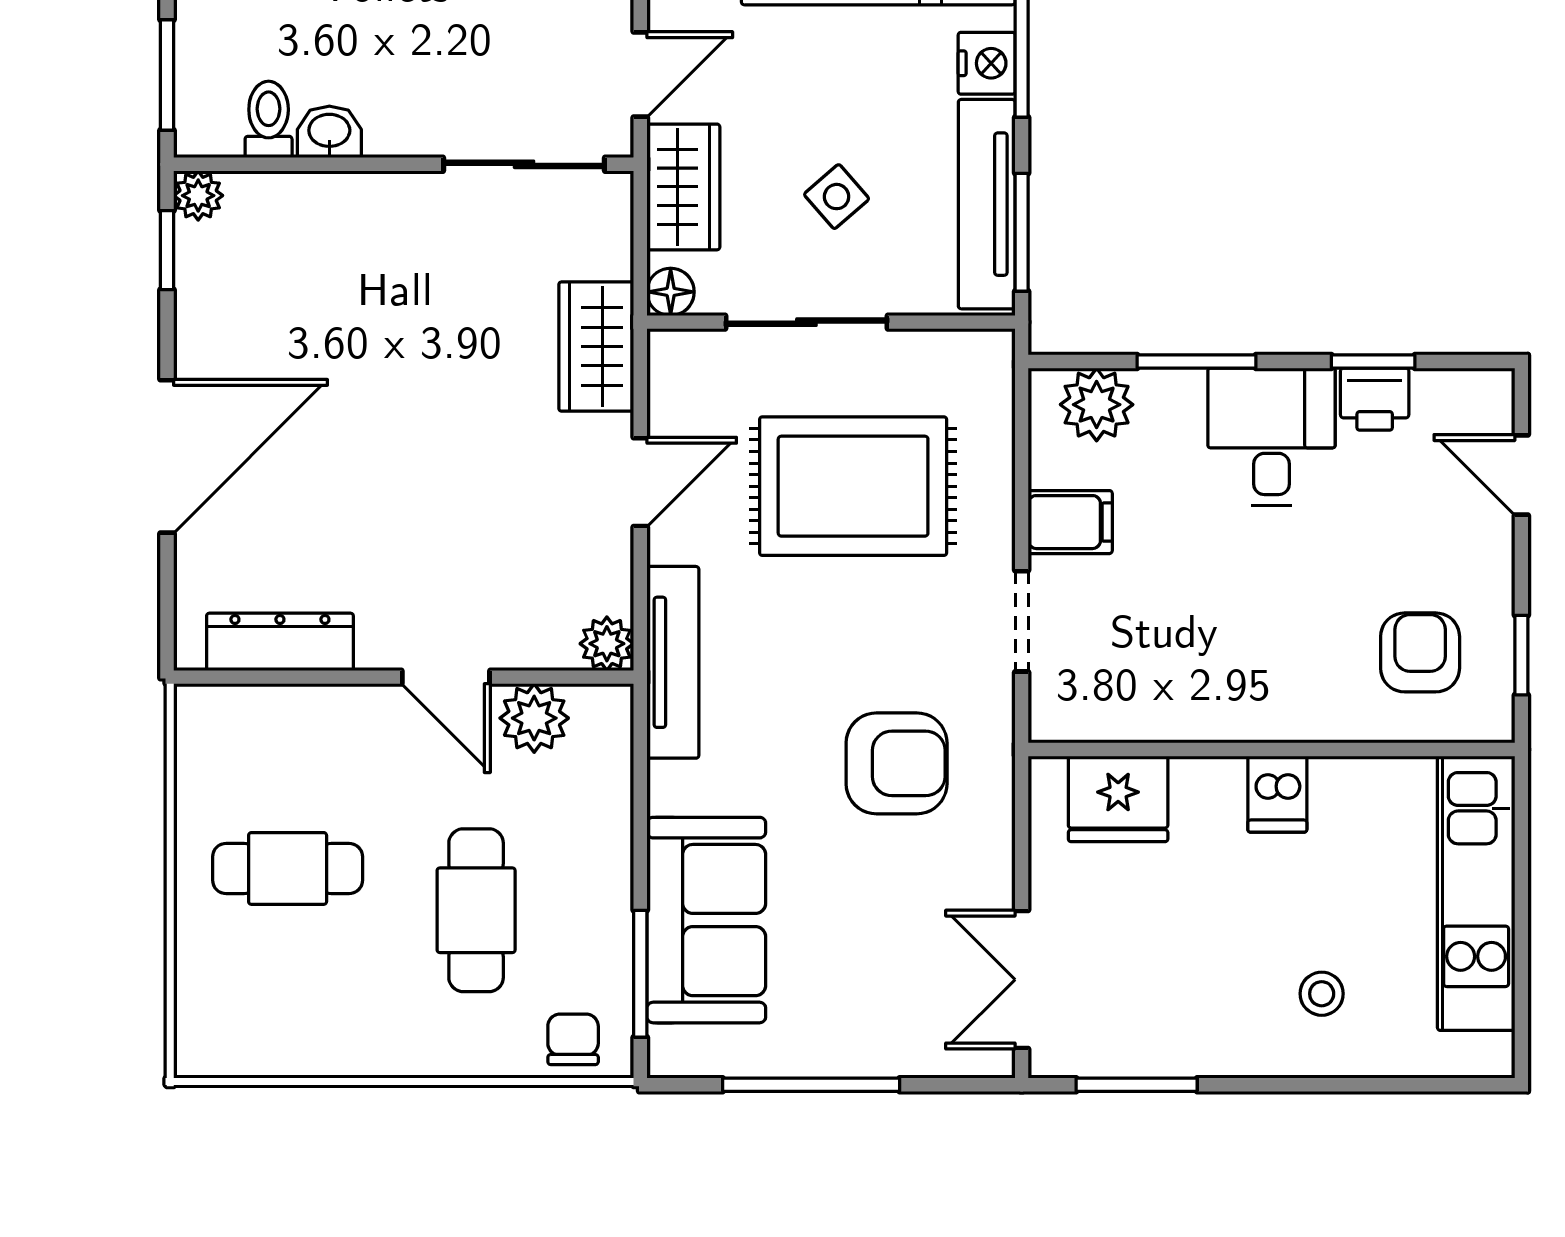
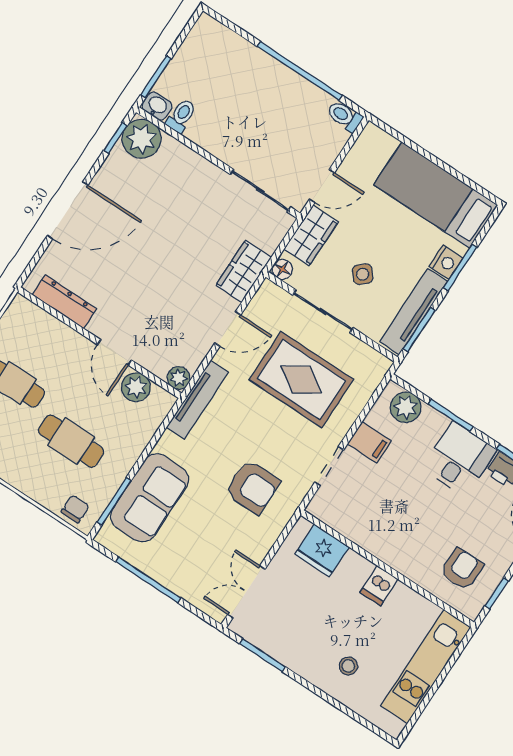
washbasin: (329, 132) -> (157, 106), moved
plant: (198, 196) -> (141, 139), width x1.88, depth x1.88
cafe table: (476, 910) -> (71, 441), turned 90

